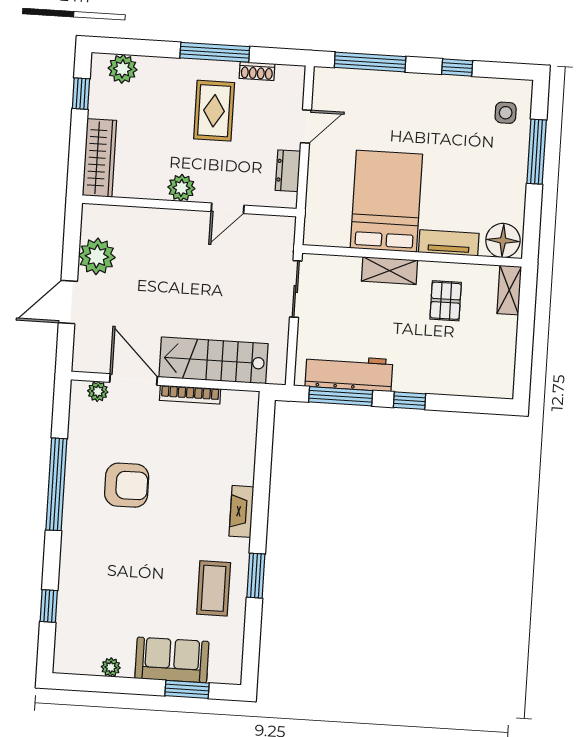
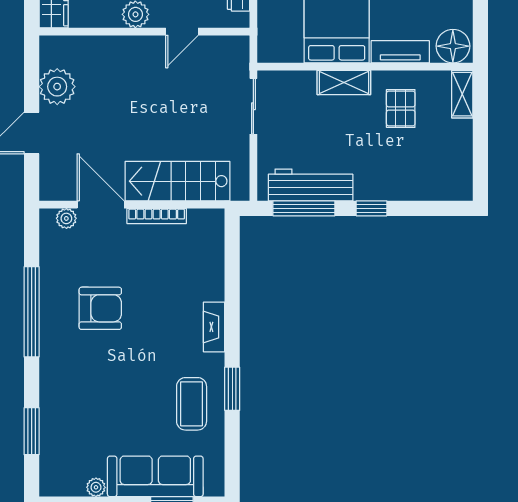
window: (49, 606) -> (32, 431), width x1.50
sofa: (172, 660) -> (155, 476), width x1.36

